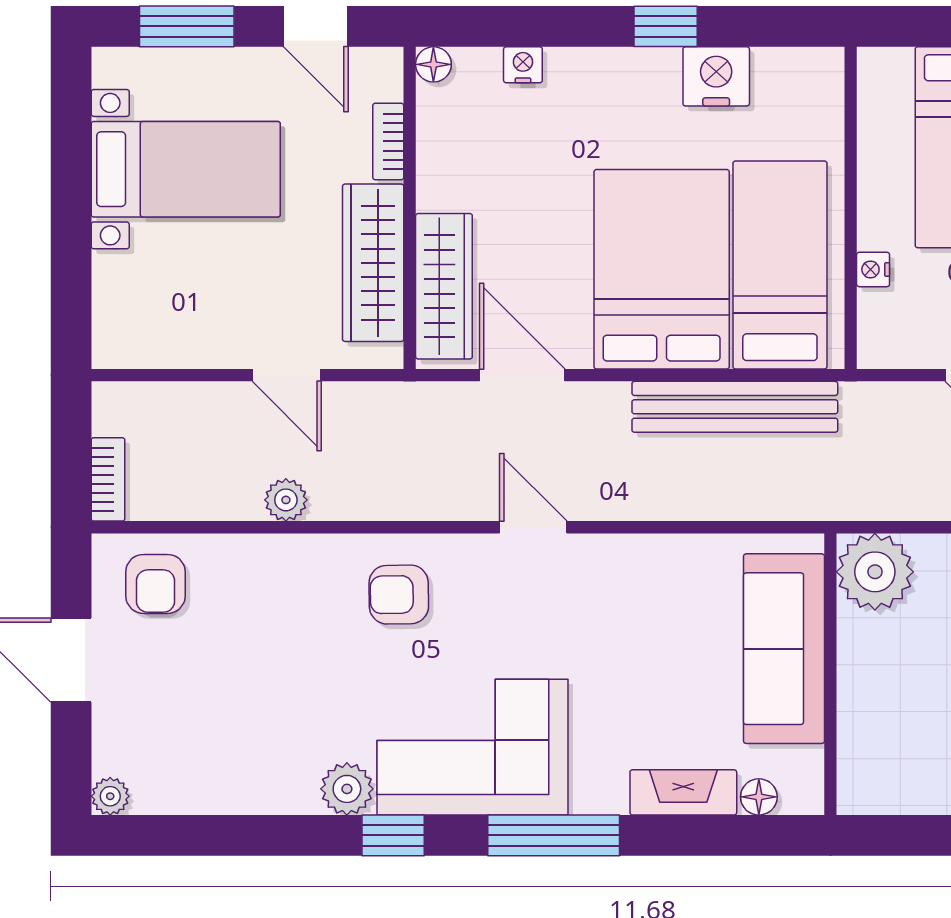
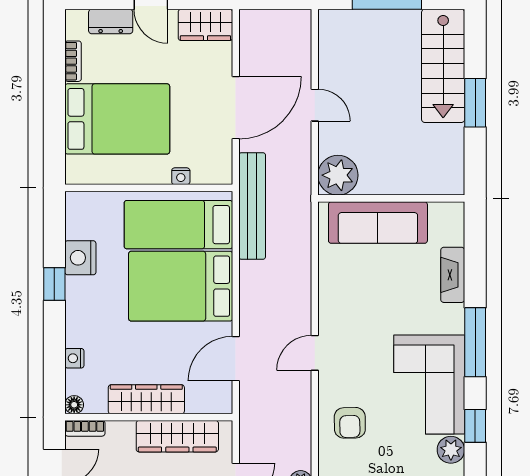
bookcase: (388, 141) -> (85, 428), moved
wardrobe: (444, 286) -> (146, 399), moved
bench: (735, 407) -> (252, 206), moved
floor lamp: (759, 797) -> (455, 236), removed

